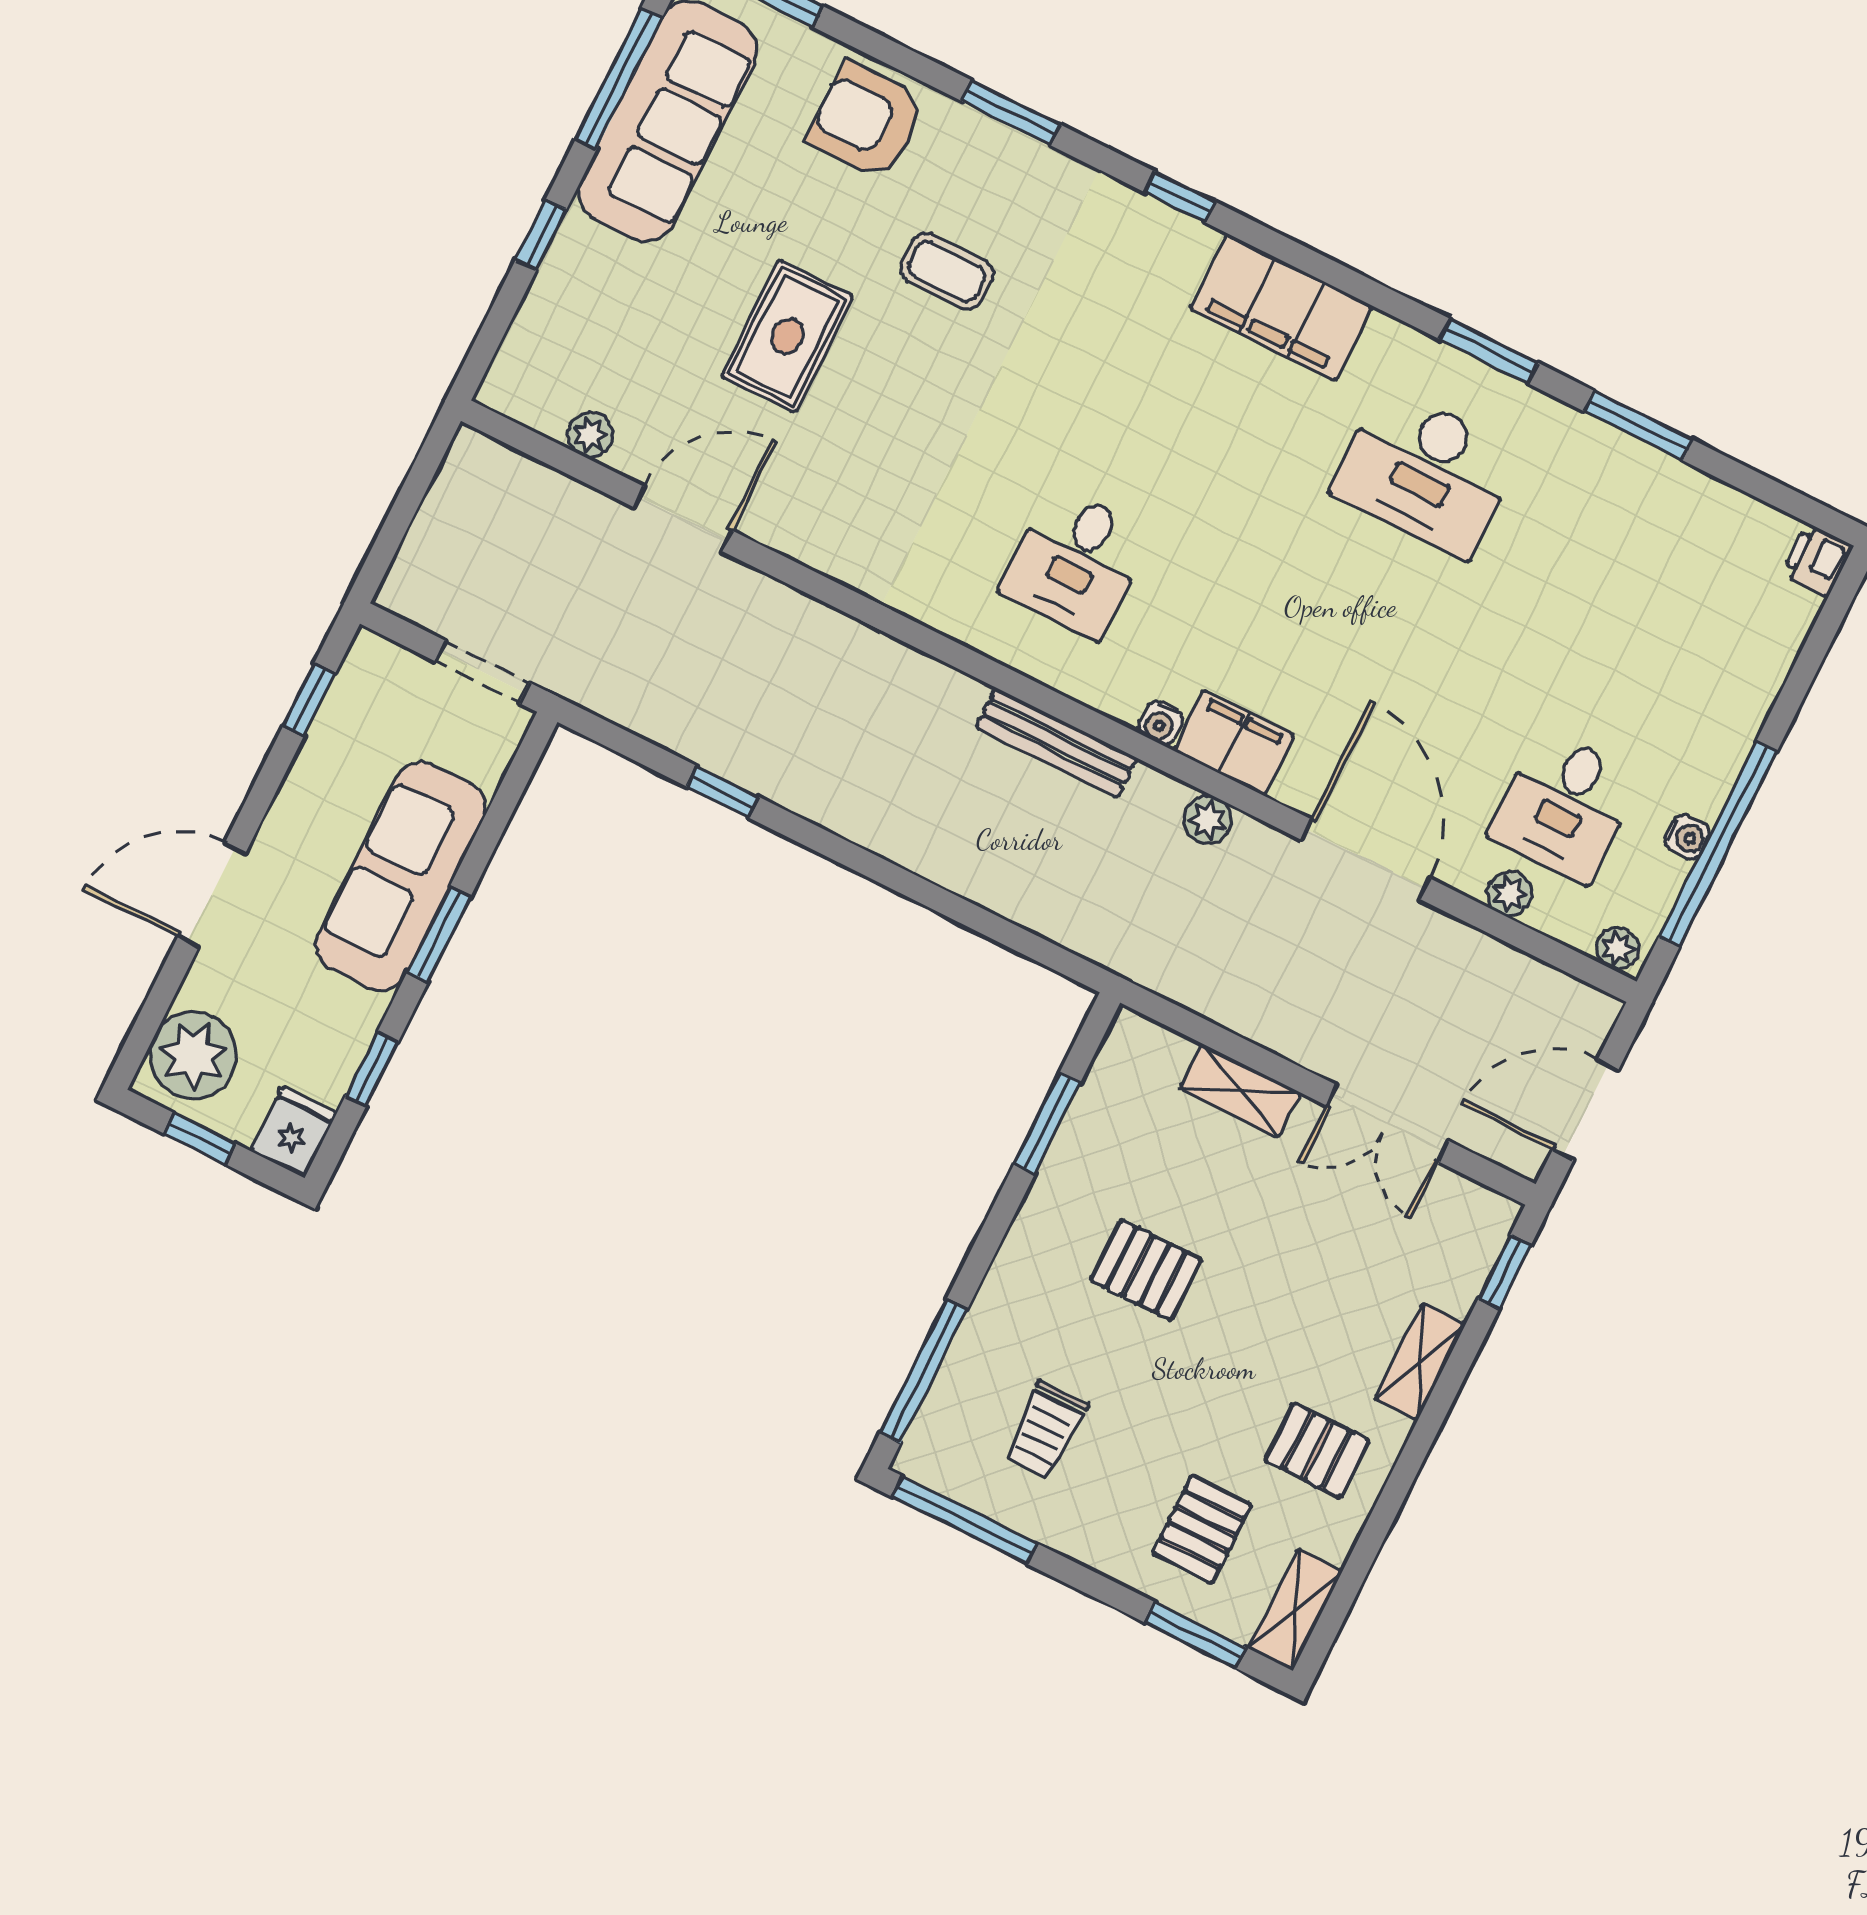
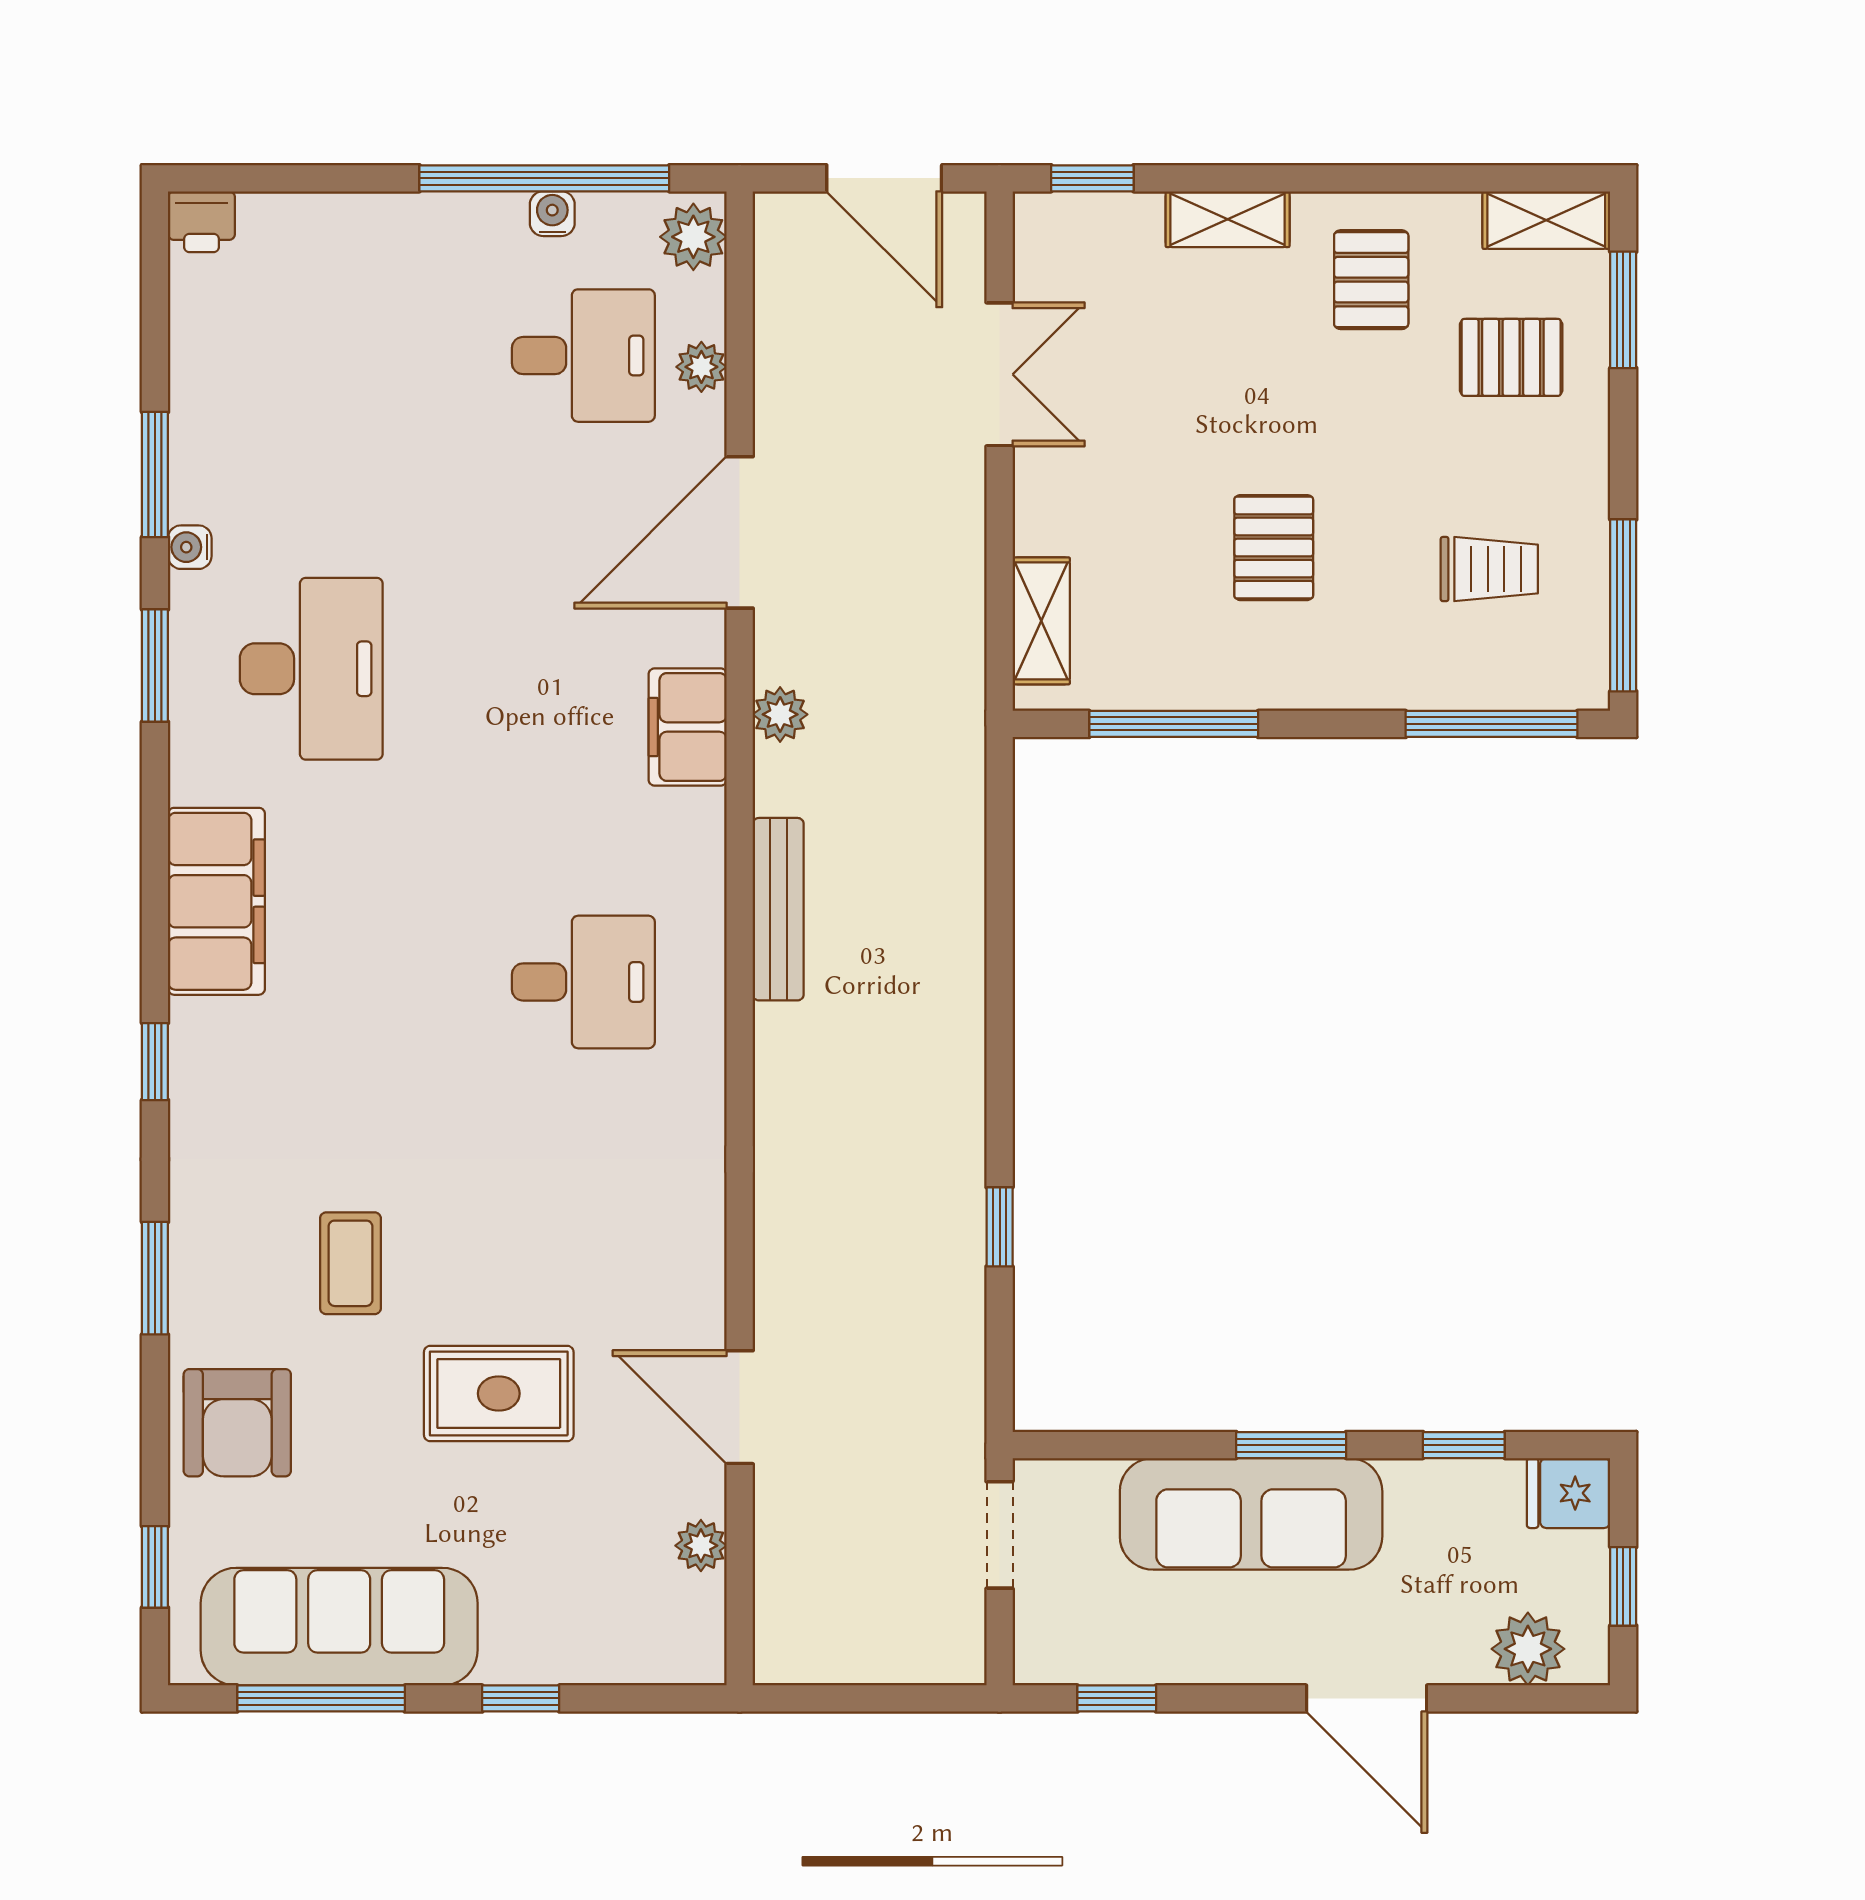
water cooler: (1160, 723) -> (190, 547), moved, turned 180
plant: (1618, 949) -> (693, 237), width x1.38, depth x1.38
plant: (193, 1055) -> (1528, 1649), width x0.73, depth x0.73
shelving: (1240, 1090) -> (1041, 621), moved
window: (1047, 1123) -> (1174, 724), width x1.44

